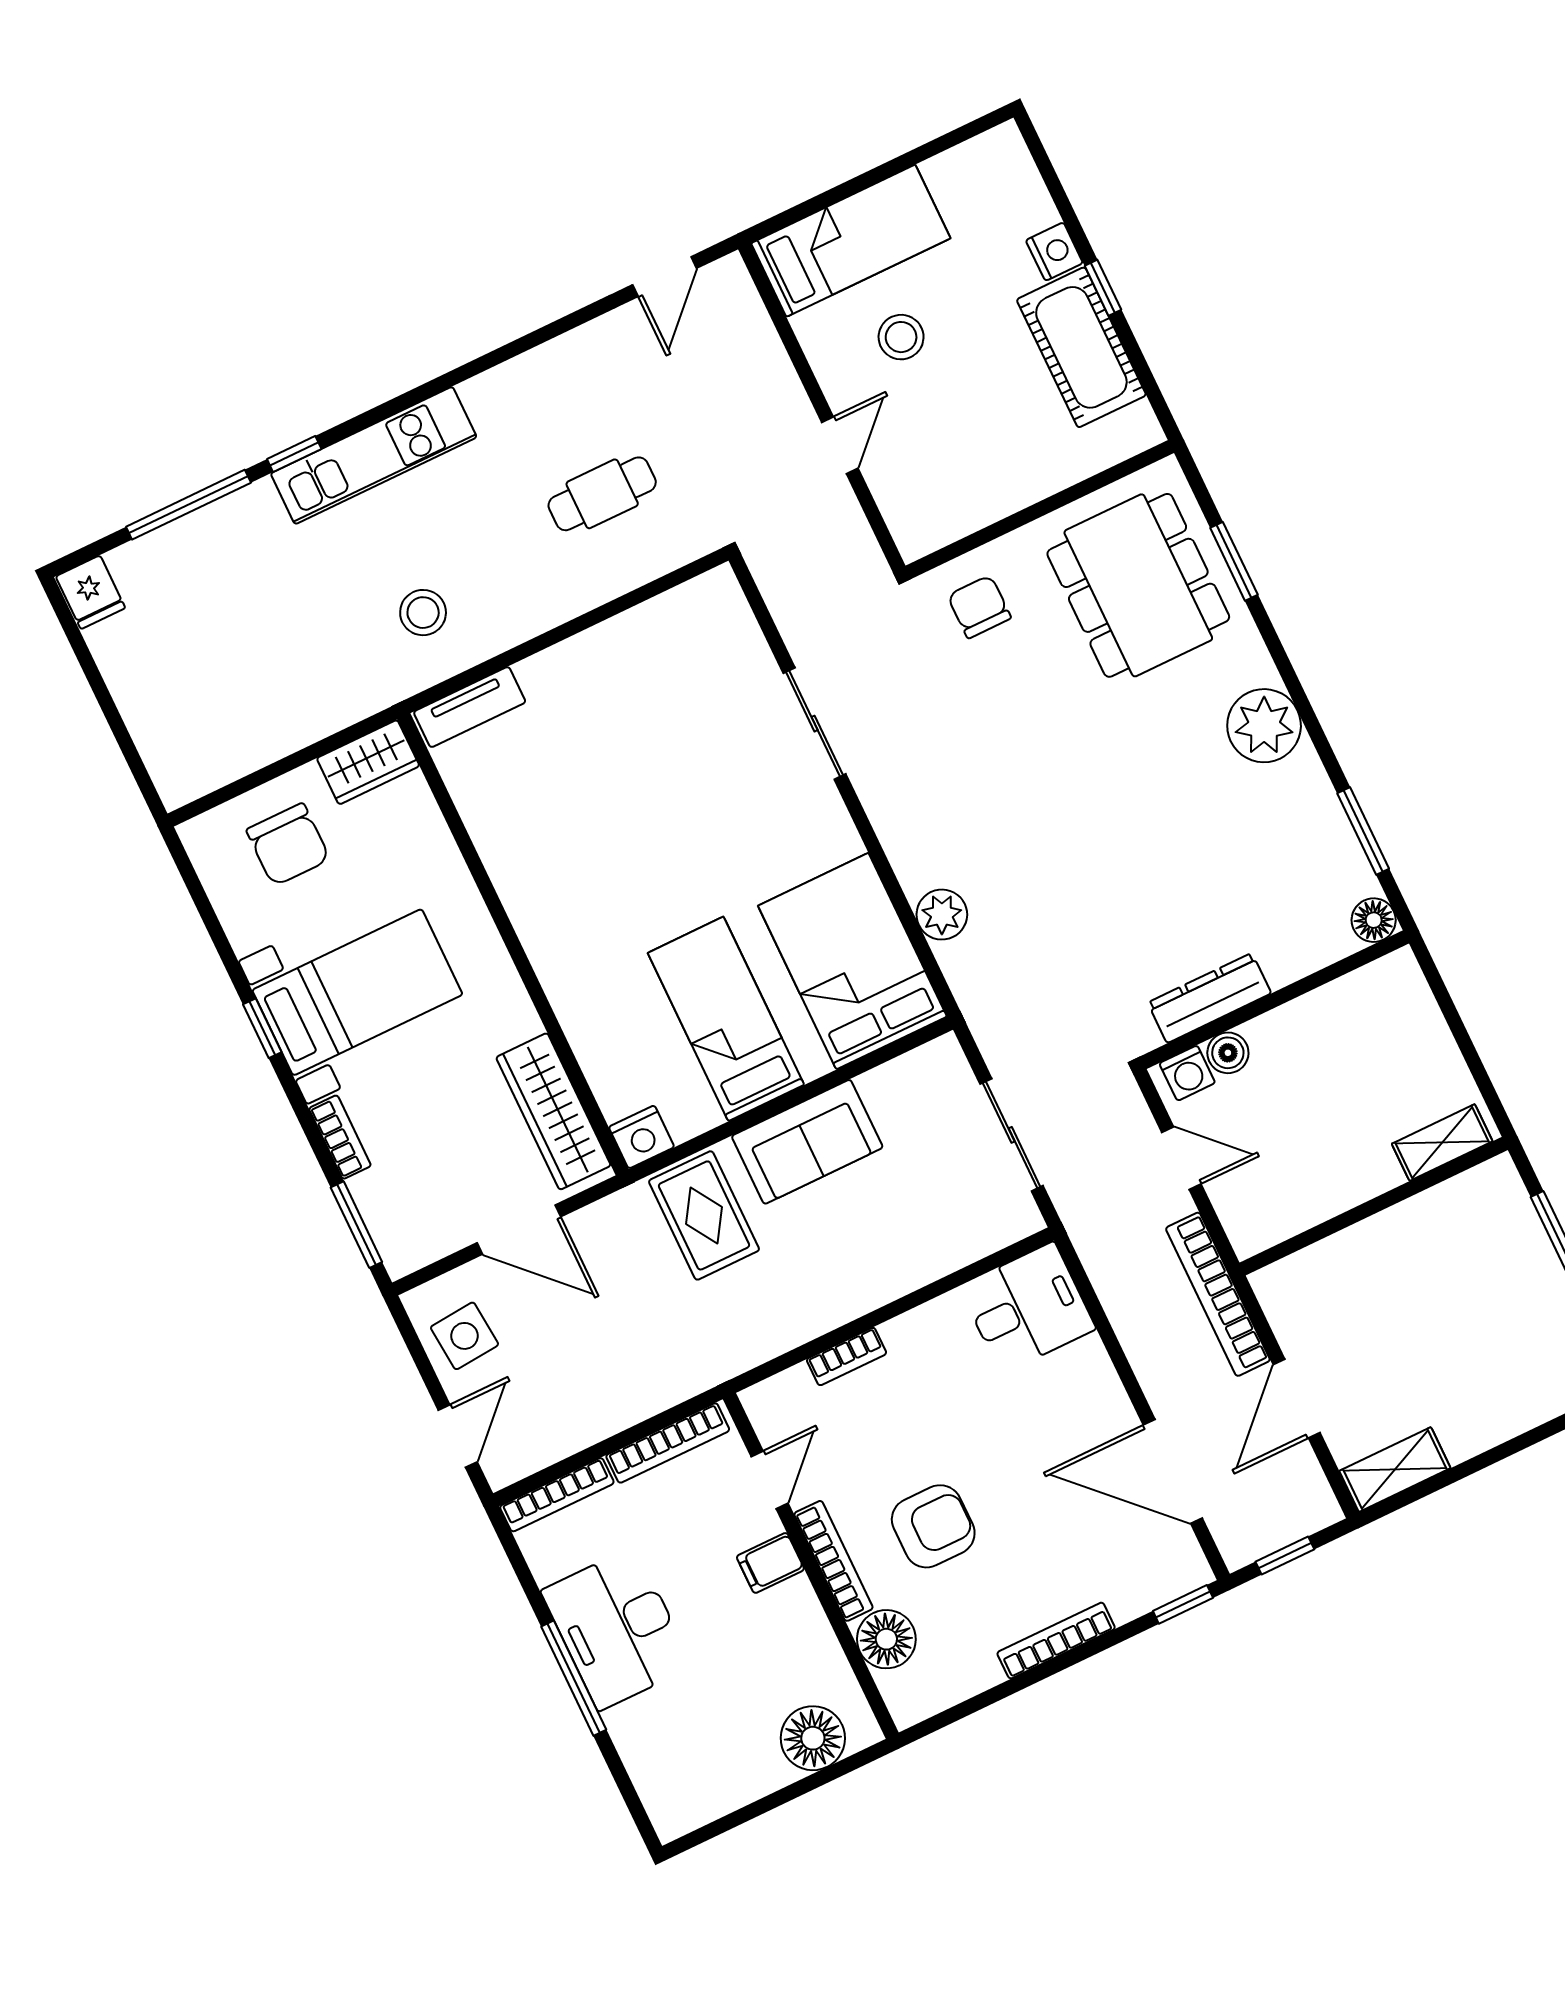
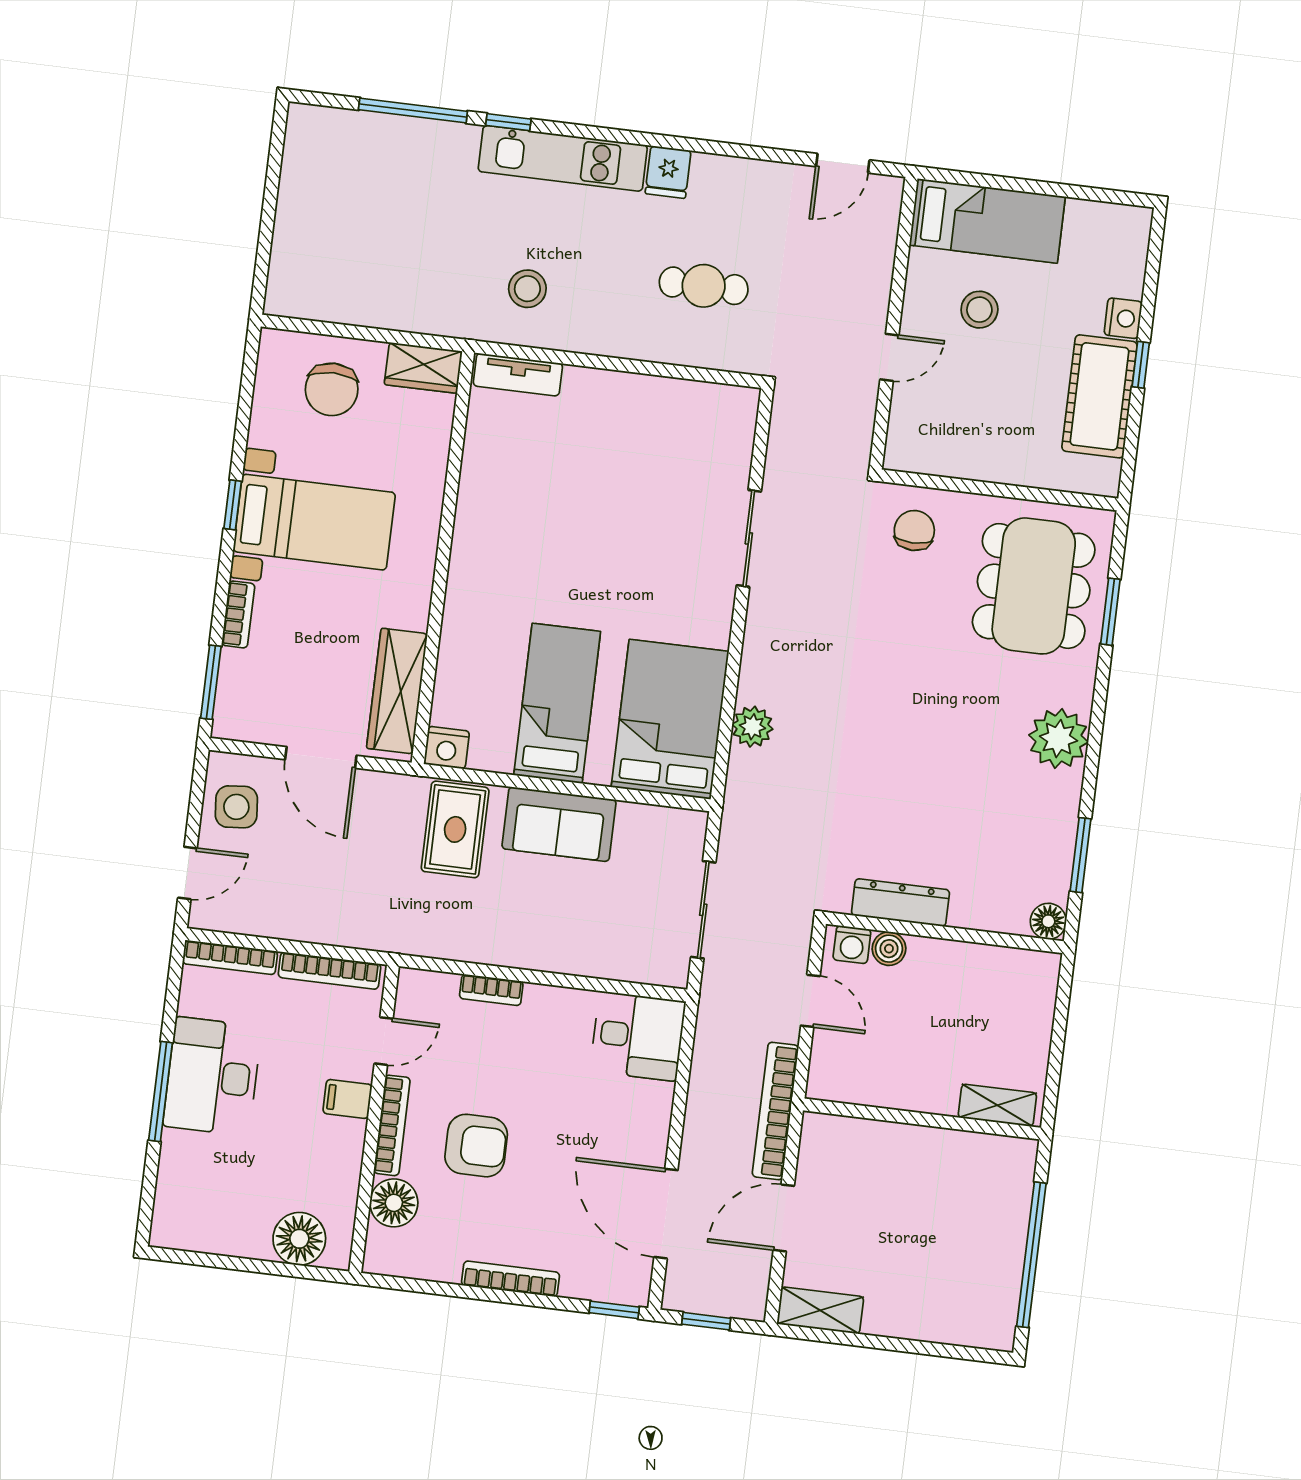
fridge: (90, 592) -> (668, 172), moved

